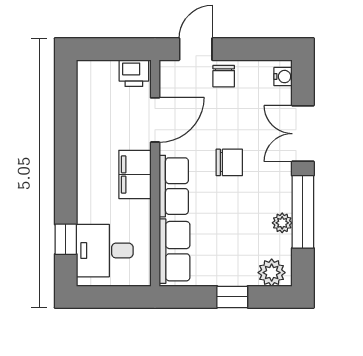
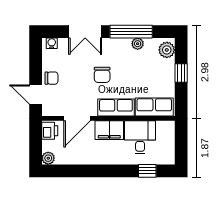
plant: (87, 71) -> (48, 158), added
door: (155, 120) -> (77, 118), swing flipped
chair: (229, 162) -> (102, 75), turned 180
desk: (105, 251) -> (140, 137), moved, turned 180

